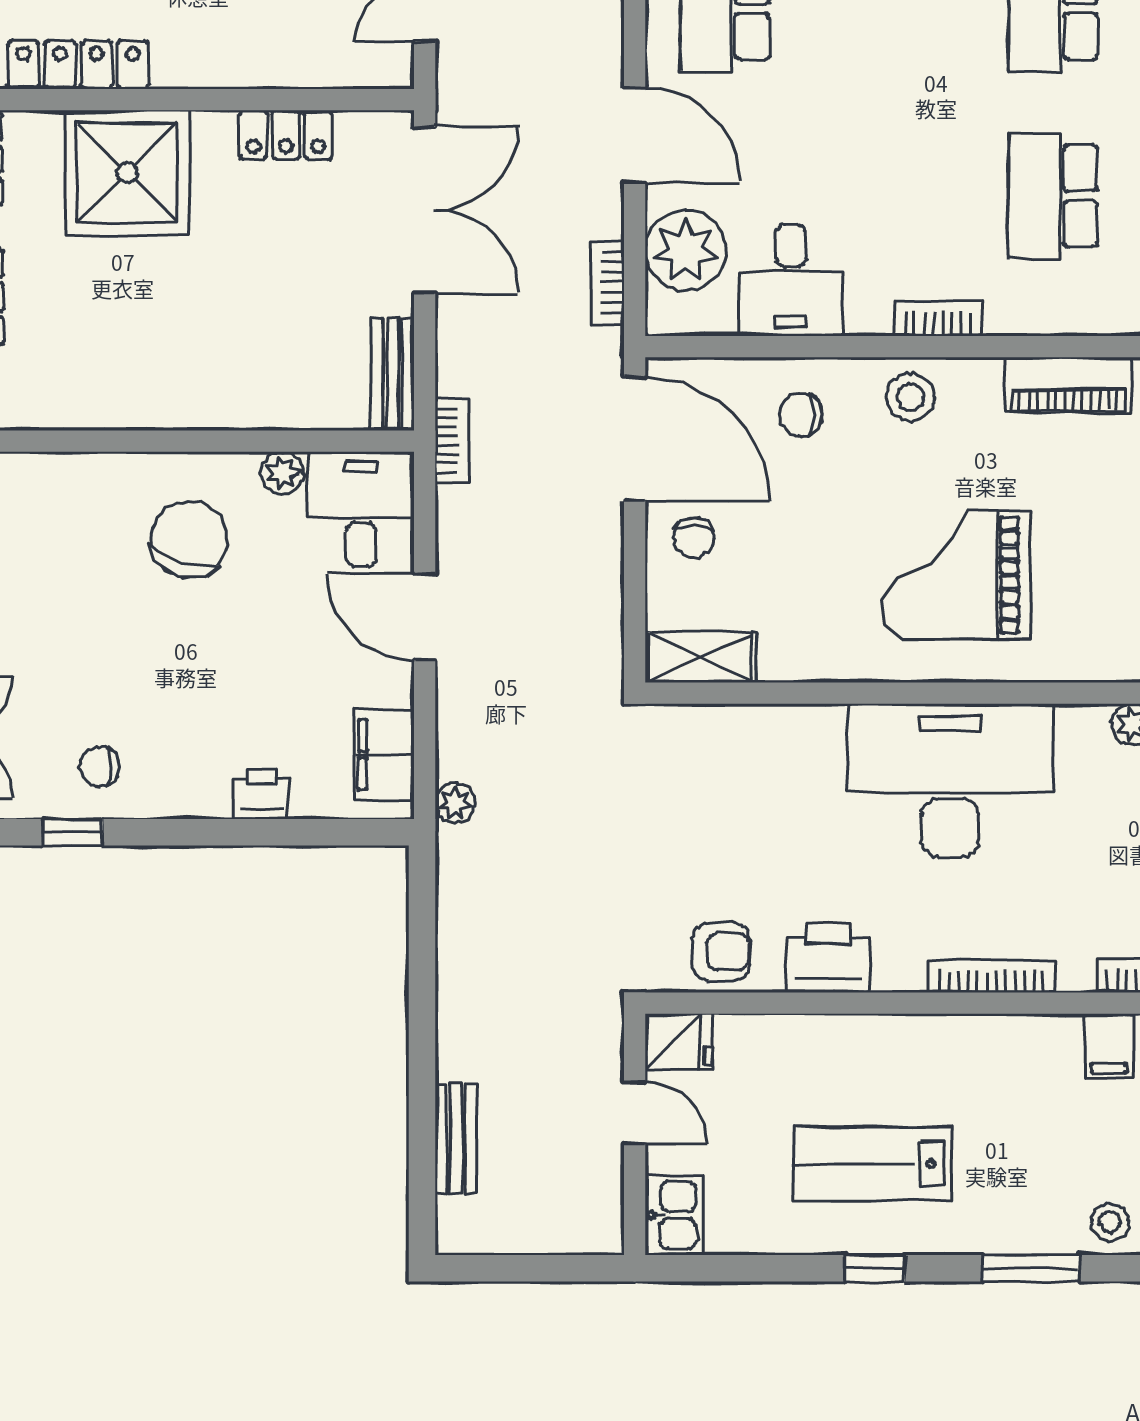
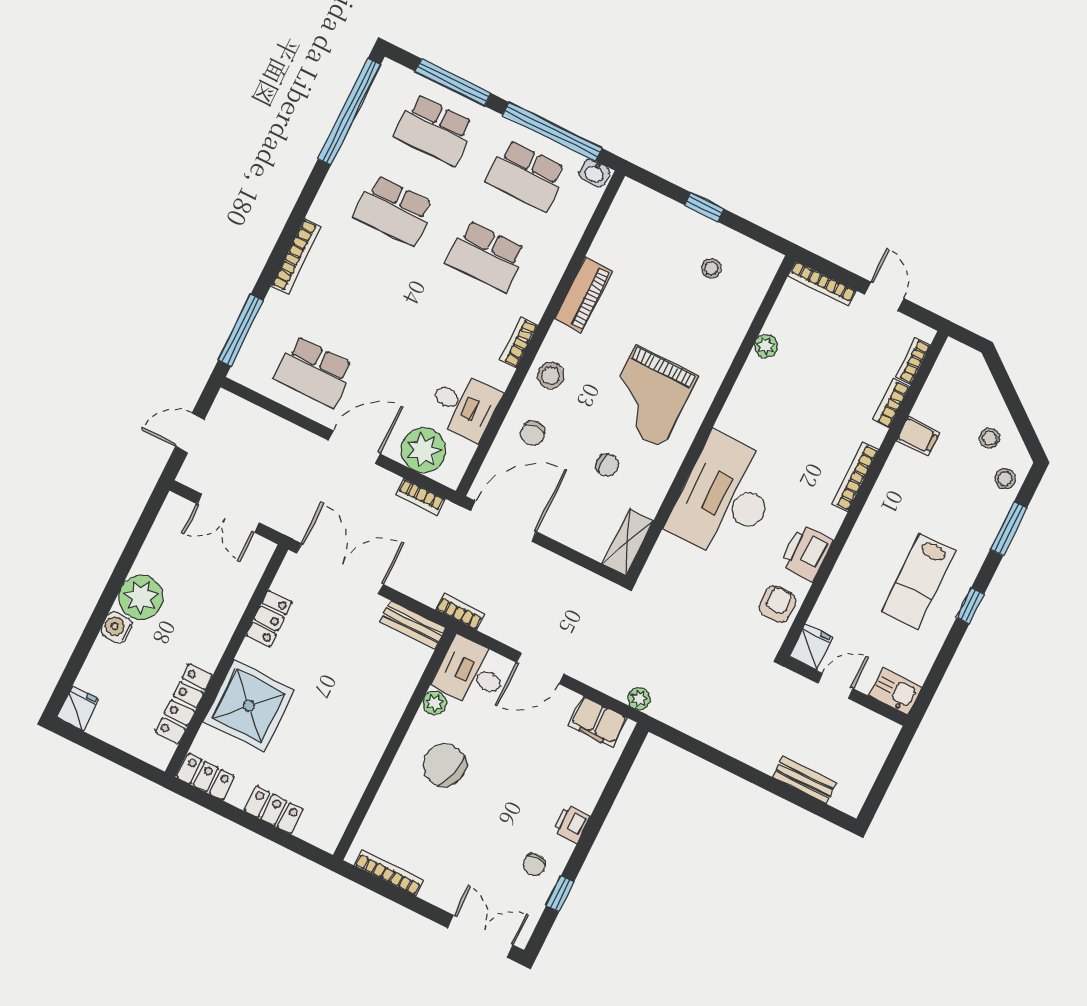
chair: (694, 538) -> (607, 465), moved
desk: (950, 780) -> (725, 498), moved
printer: (262, 794) -> (571, 824), moved

